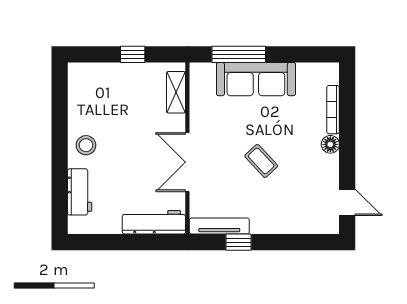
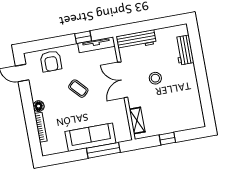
stool: (86, 145) -> (155, 78), moved
double door: (187, 162) -> (123, 80), swing flipped
armchair: (297, 213) -> (51, 61), added

